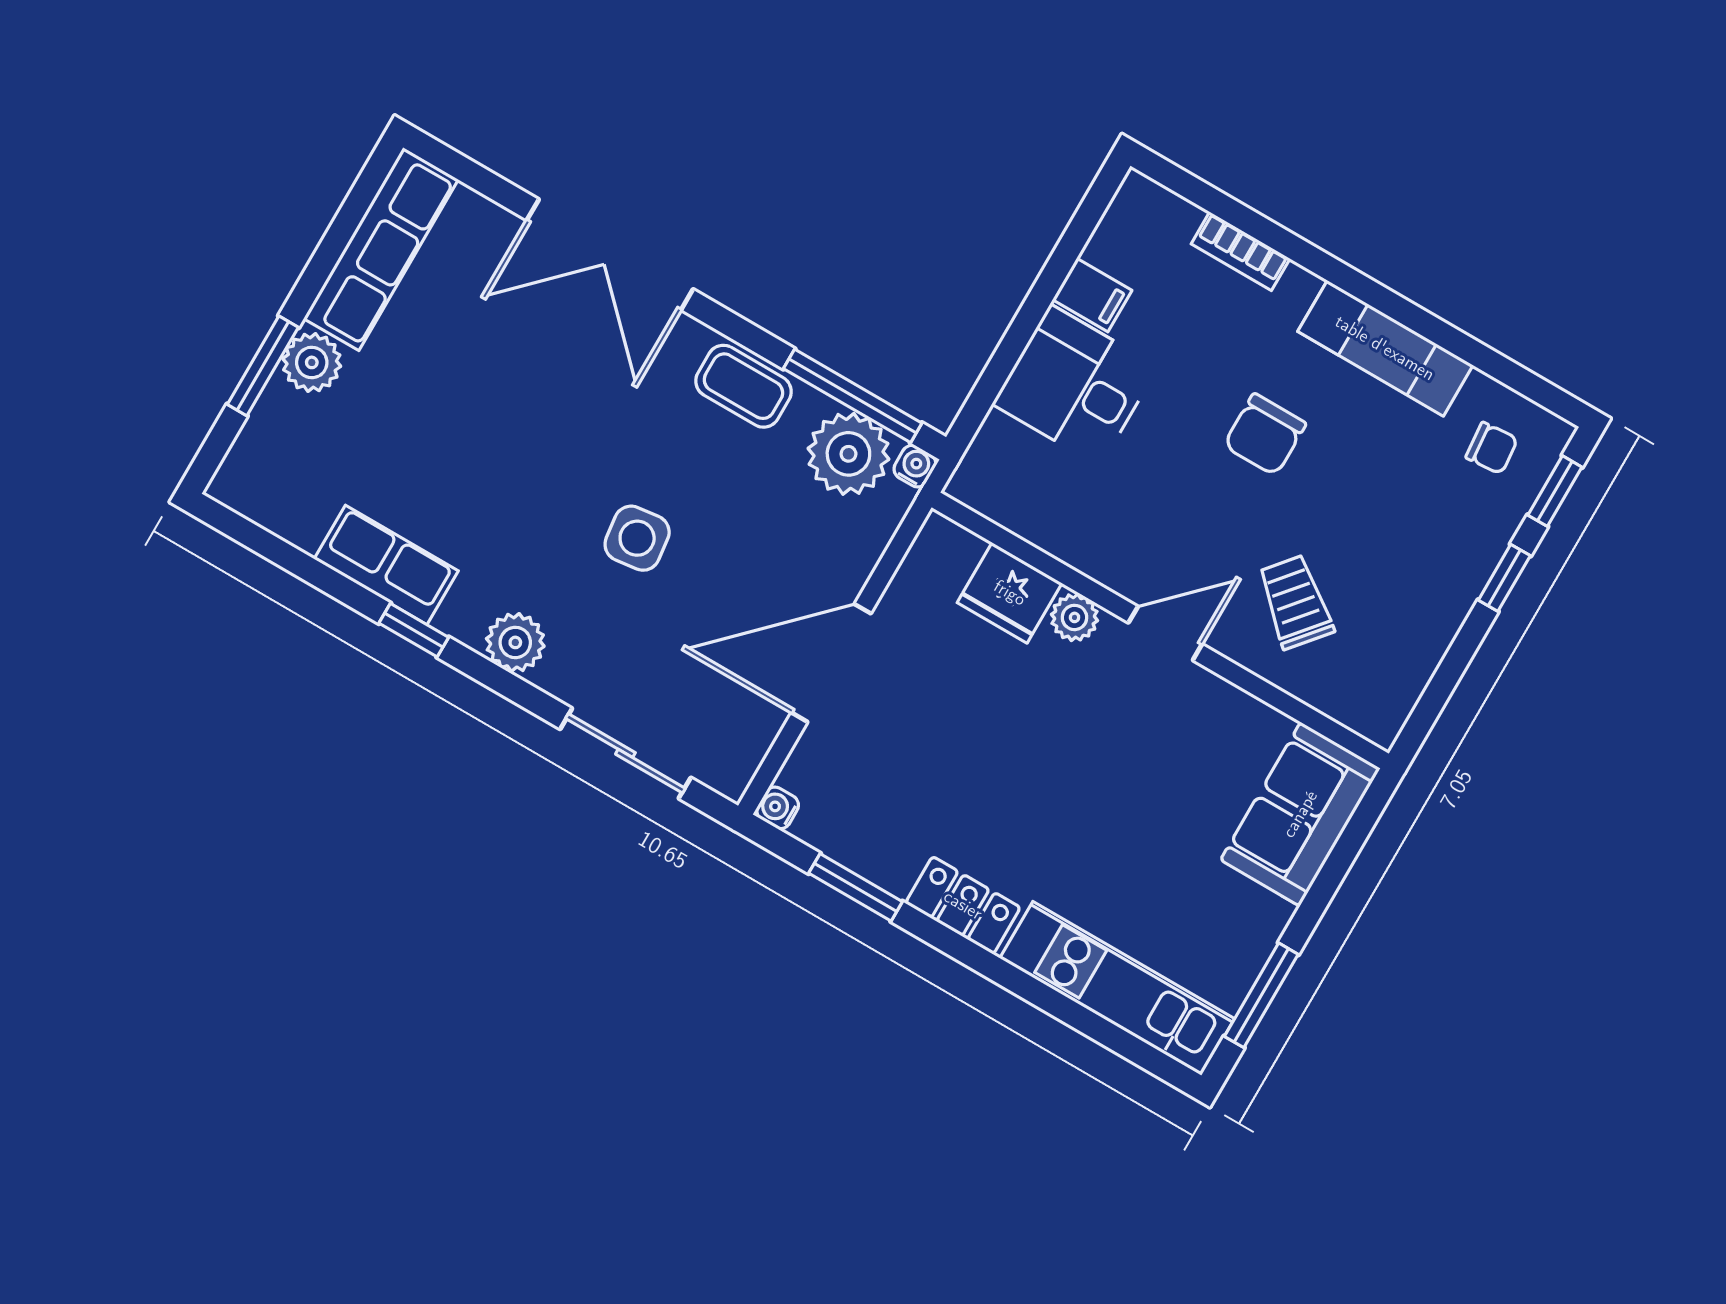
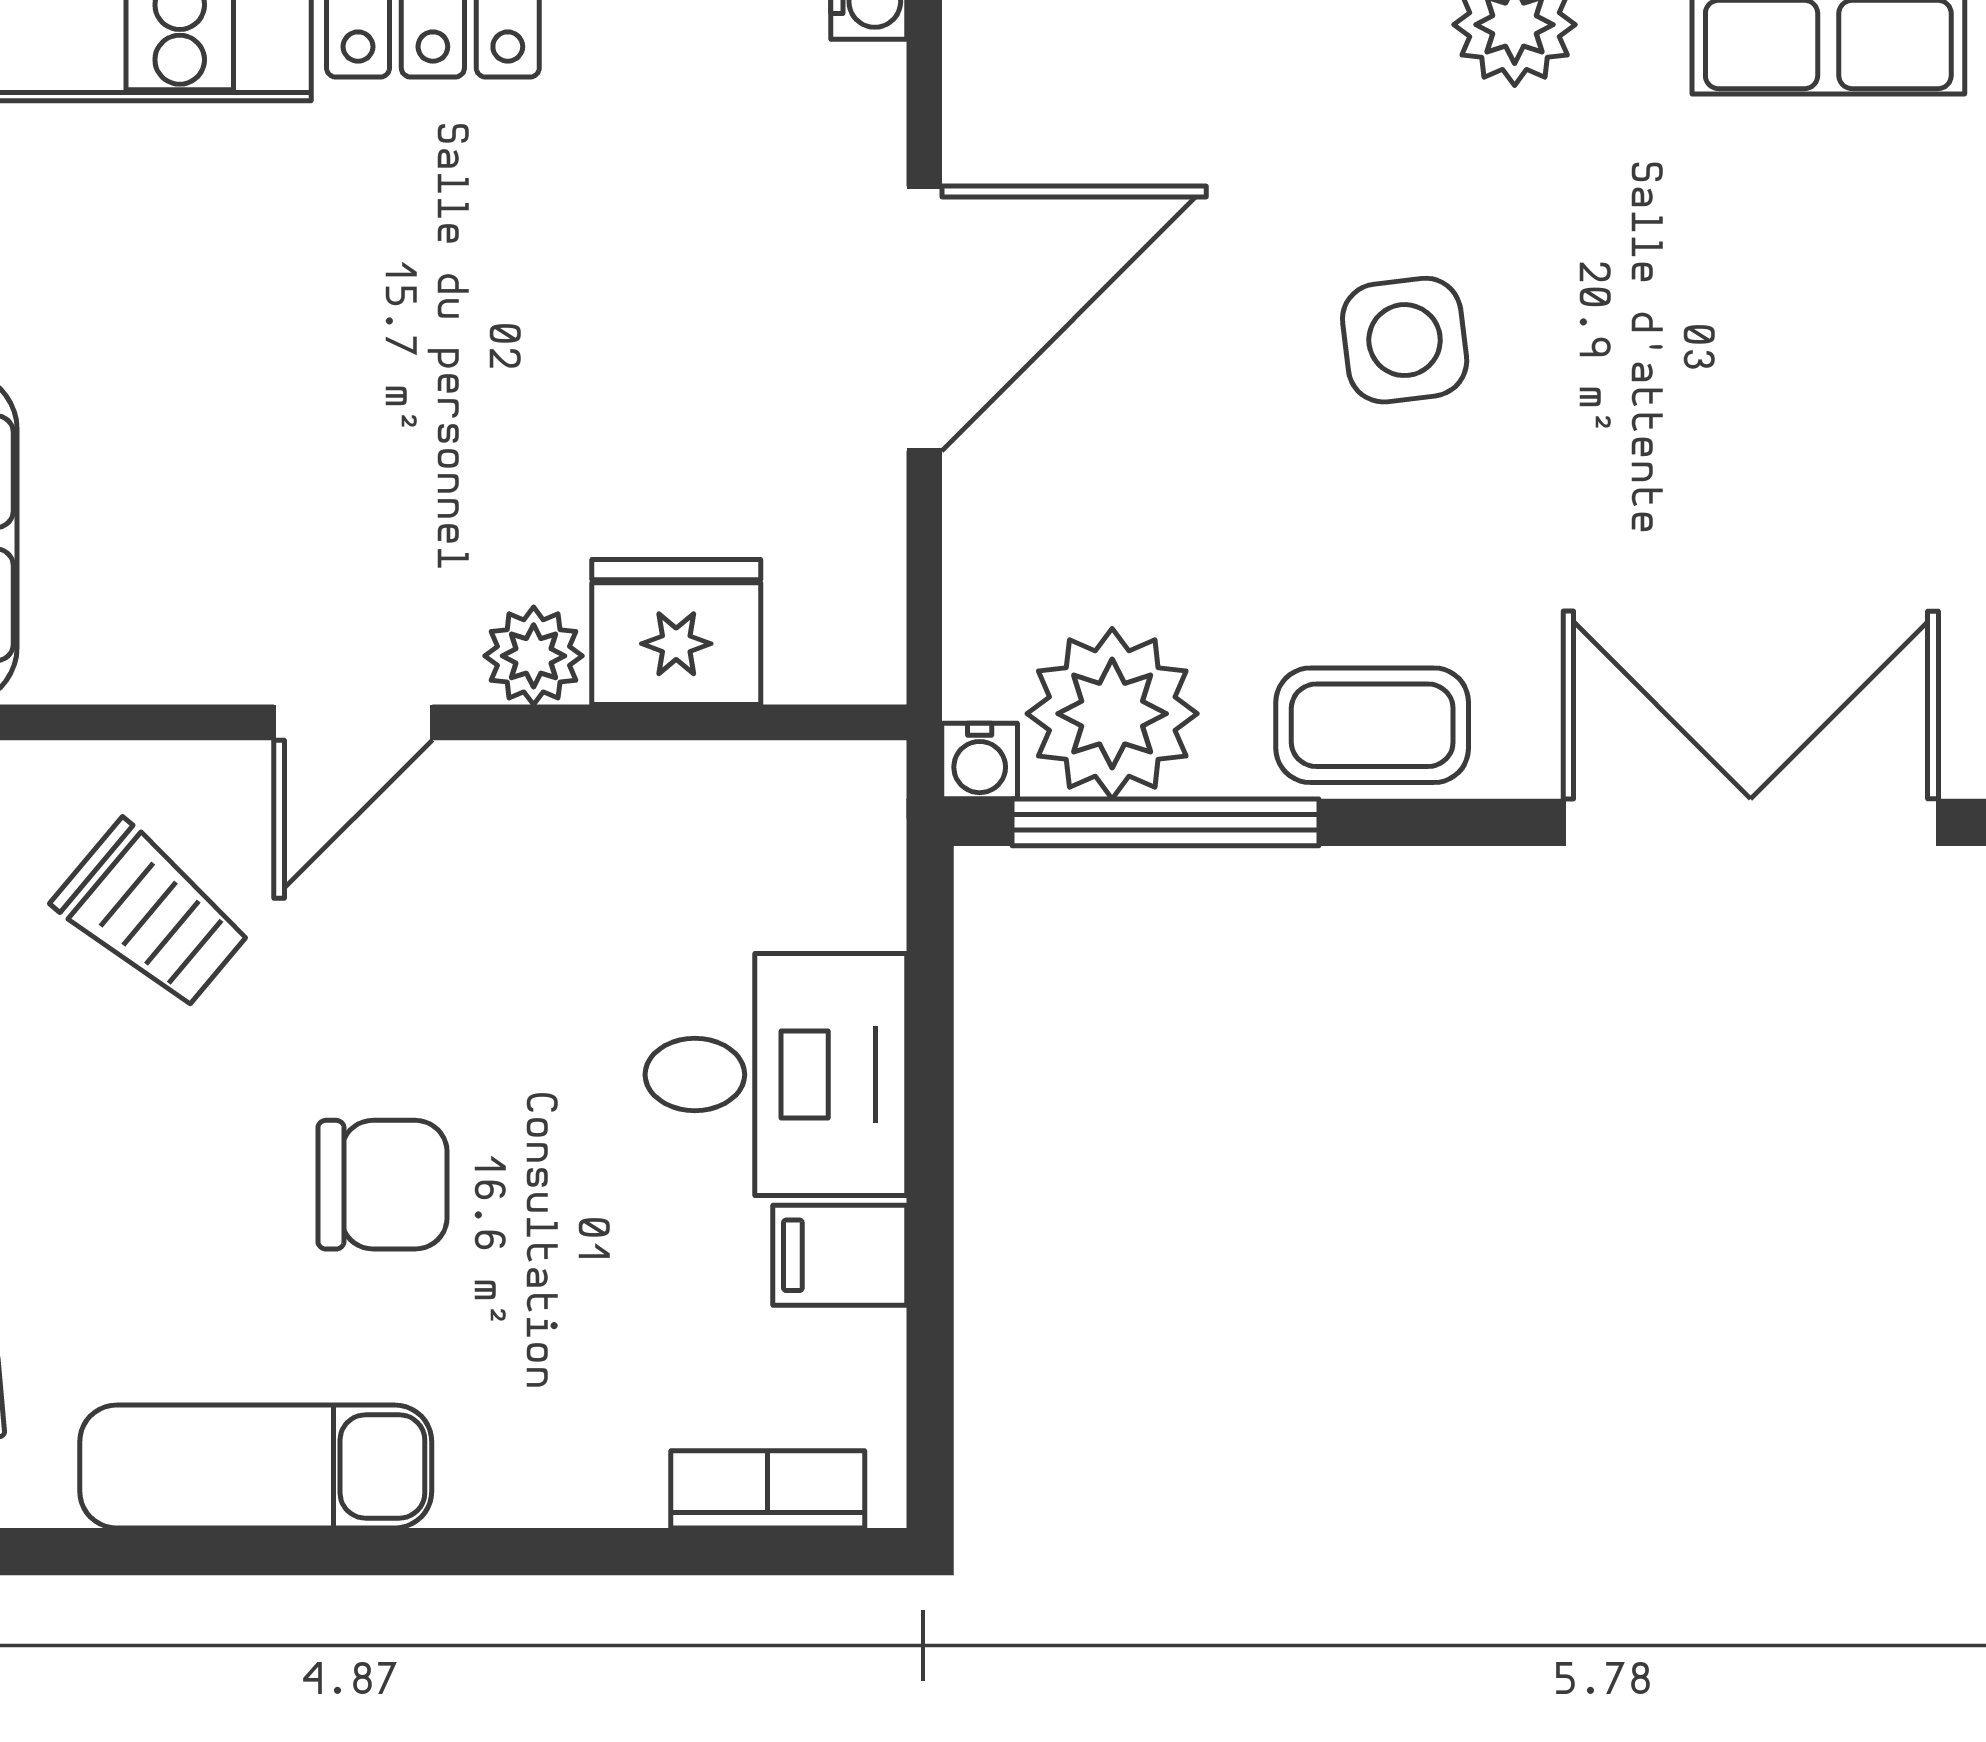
bookcase: (1241, 251) -> (768, 1489), moved
chair: (1265, 435) -> (383, 1185), turned 90

